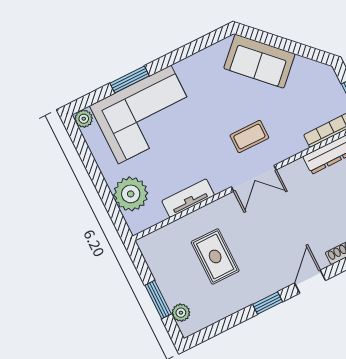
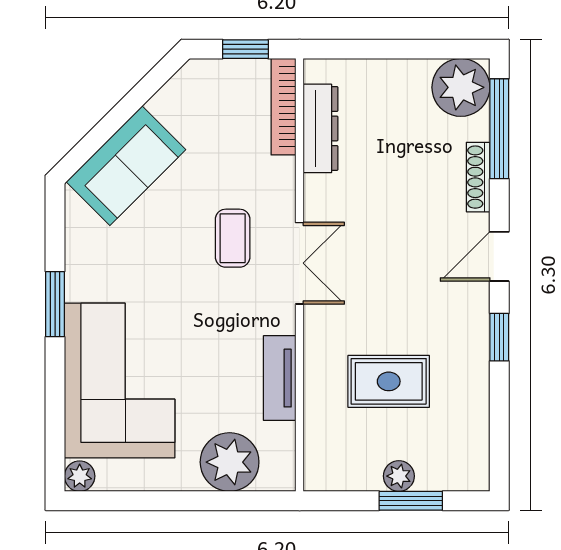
window: (130, 79) -> (55, 304), moved
door: (310, 282) -> (499, 256), hinge flipped
plant: (181, 313) -> (399, 476), moved

